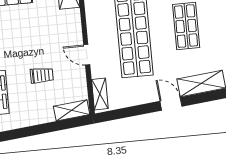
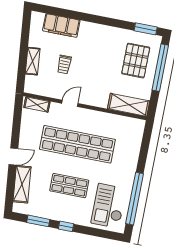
shelving: (72, 110) -> (33, 61), moved

